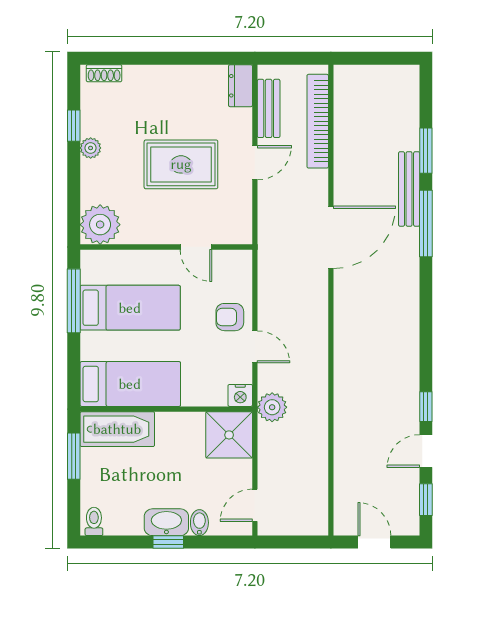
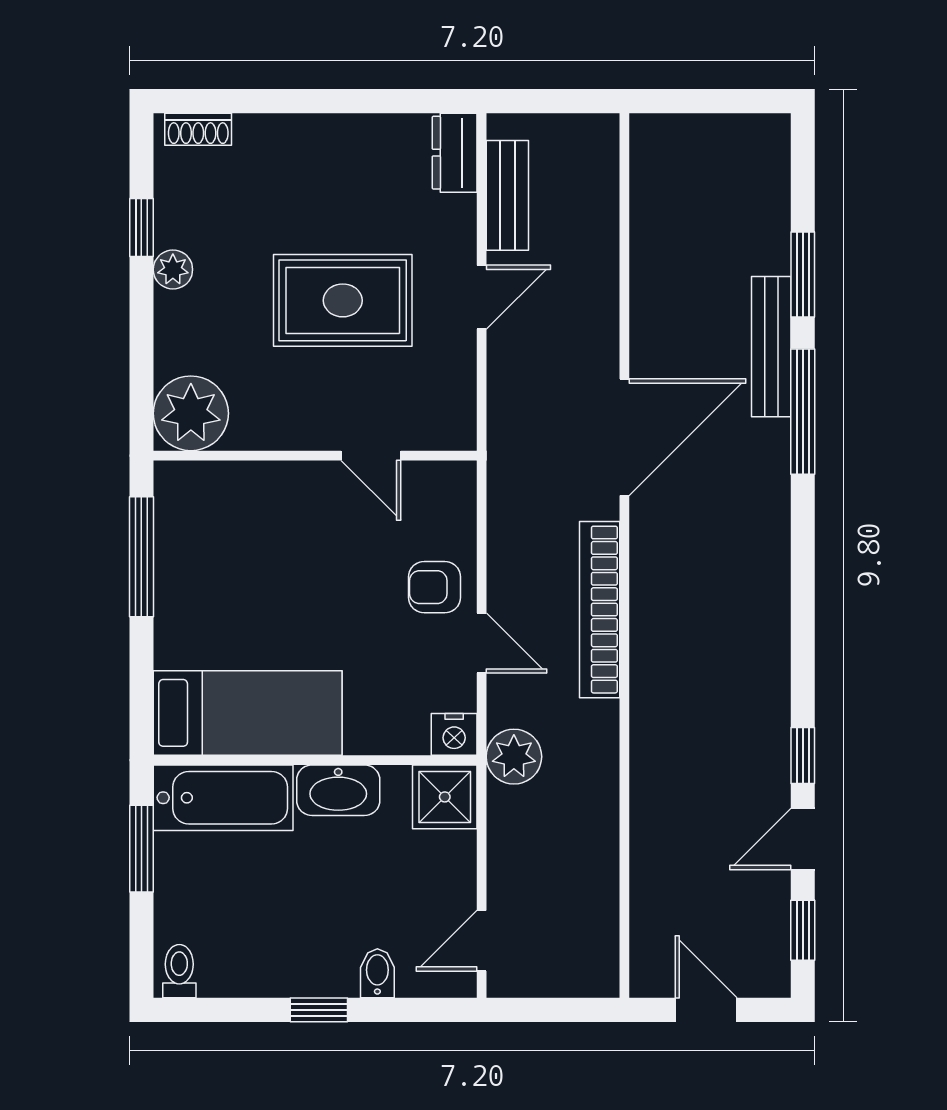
bookcase: (318, 121) -> (600, 610), moved
bed: (130, 308) -> (247, 570), removed
shower: (229, 435) -> (445, 797), width x0.73, depth x0.73
washbasin: (166, 522) -> (338, 790), moved, turned 180

